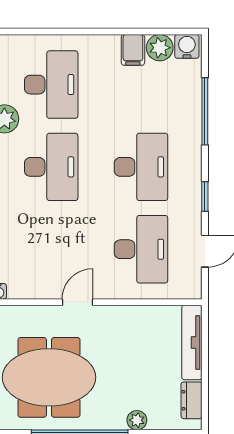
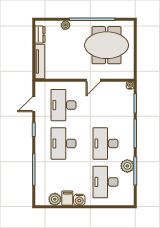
water cooler: (187, 46) -> (79, 200), moved

